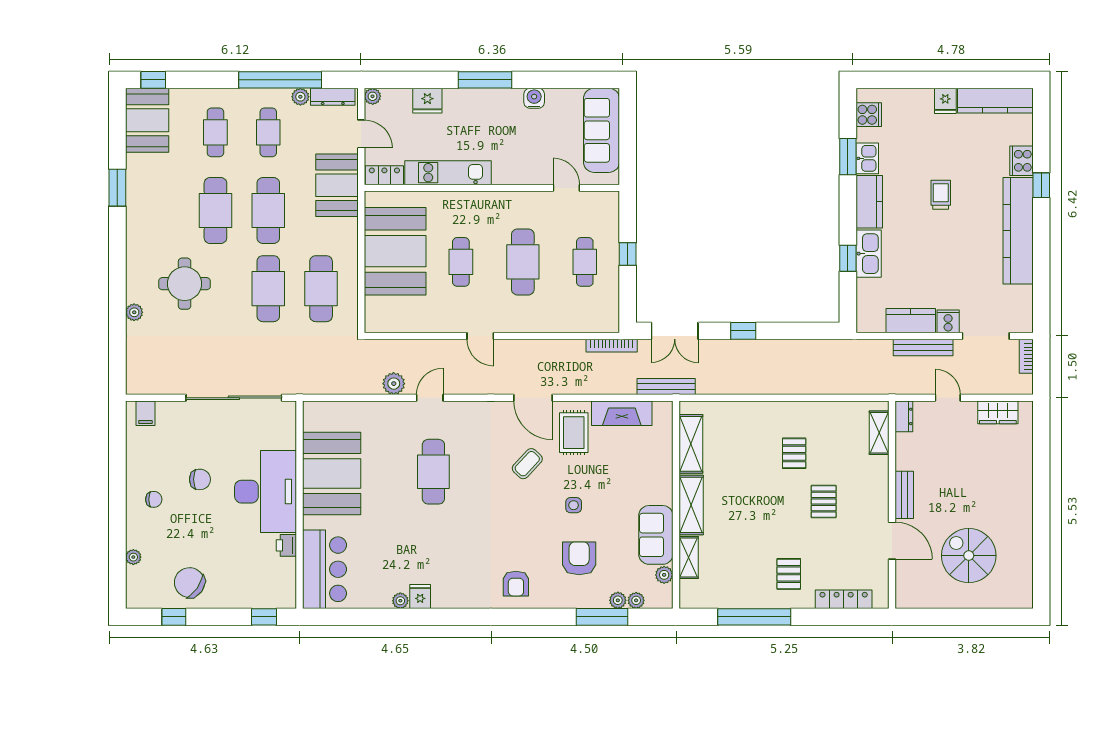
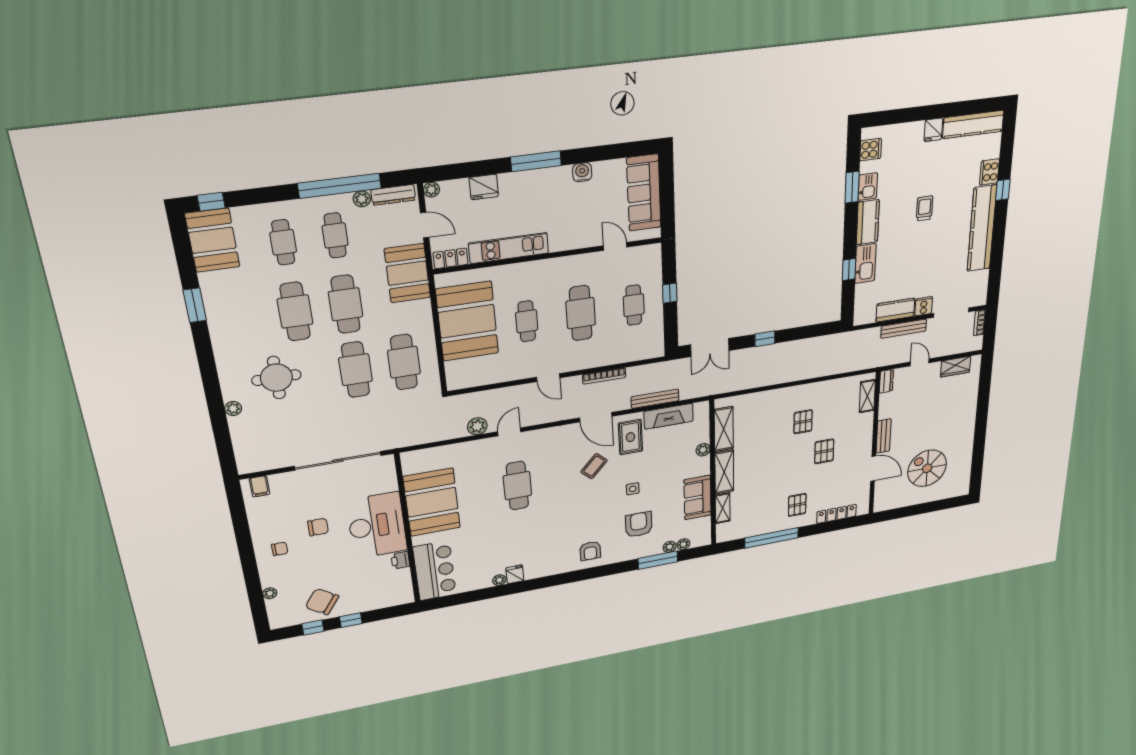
bookcase: (612, 346) -> (604, 376), moved
bench: (666, 387) -> (655, 399), moved
plant: (664, 575) -> (703, 450), moved
window: (264, 617) -> (351, 620), moved

